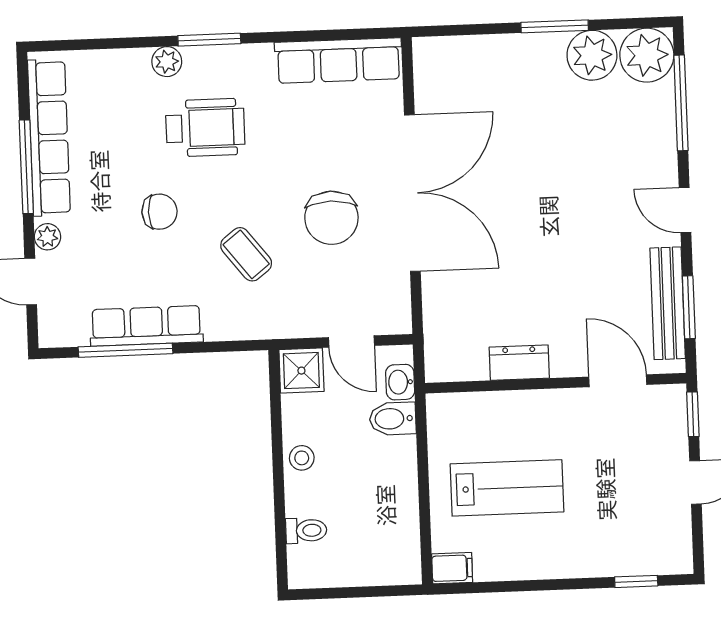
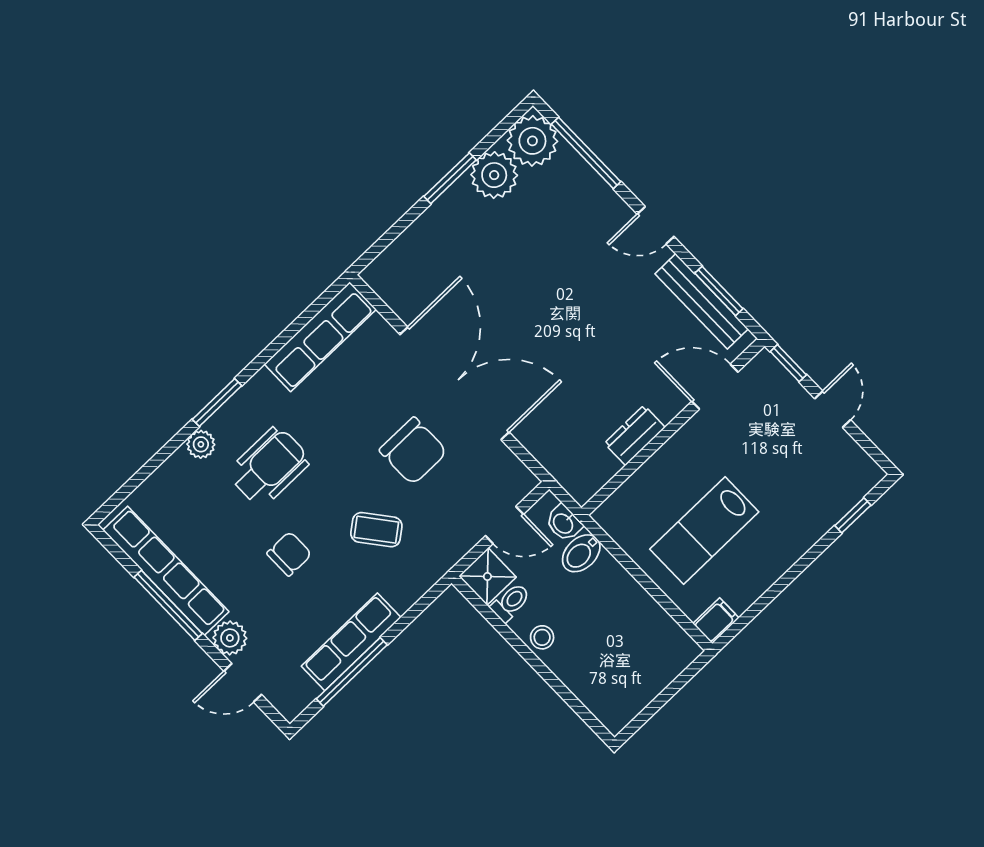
plant: (47, 237) -> (230, 638), width x1.38, depth x1.38
lab bench: (507, 488) -> (704, 531), turned 180
toilet: (306, 530) -> (511, 602), moved

